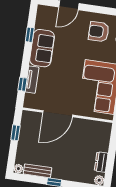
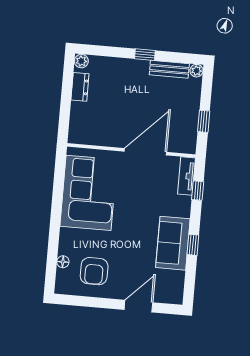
armchair: (99, 32) -> (94, 271), turned 90
window: (30, 35) -> (193, 245), moved
tv unit: (32, 80) -> (187, 176), moved

